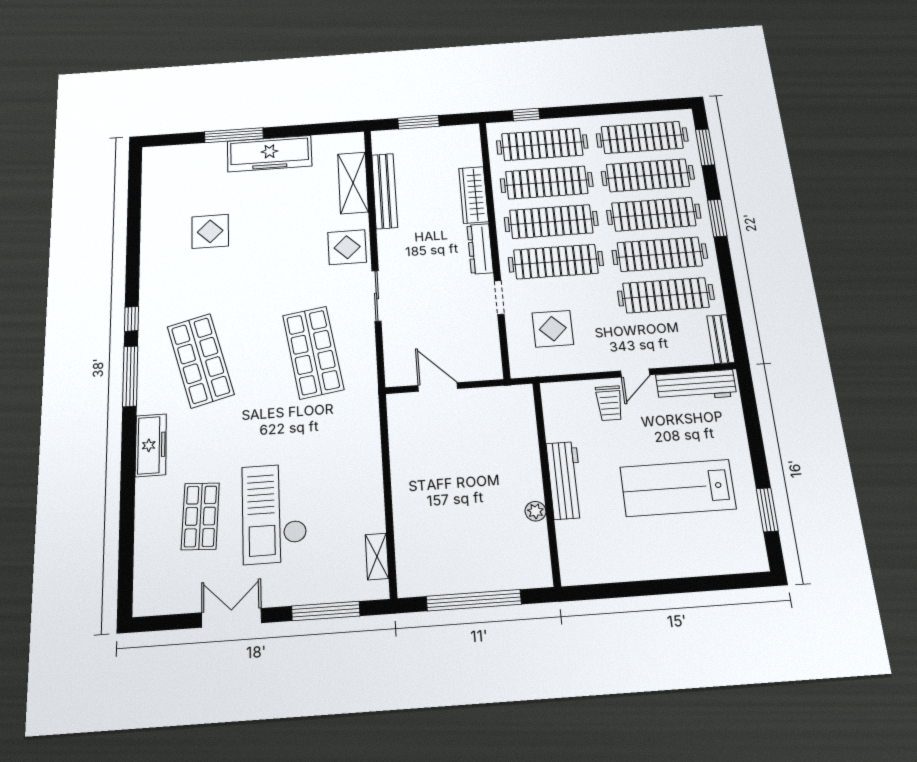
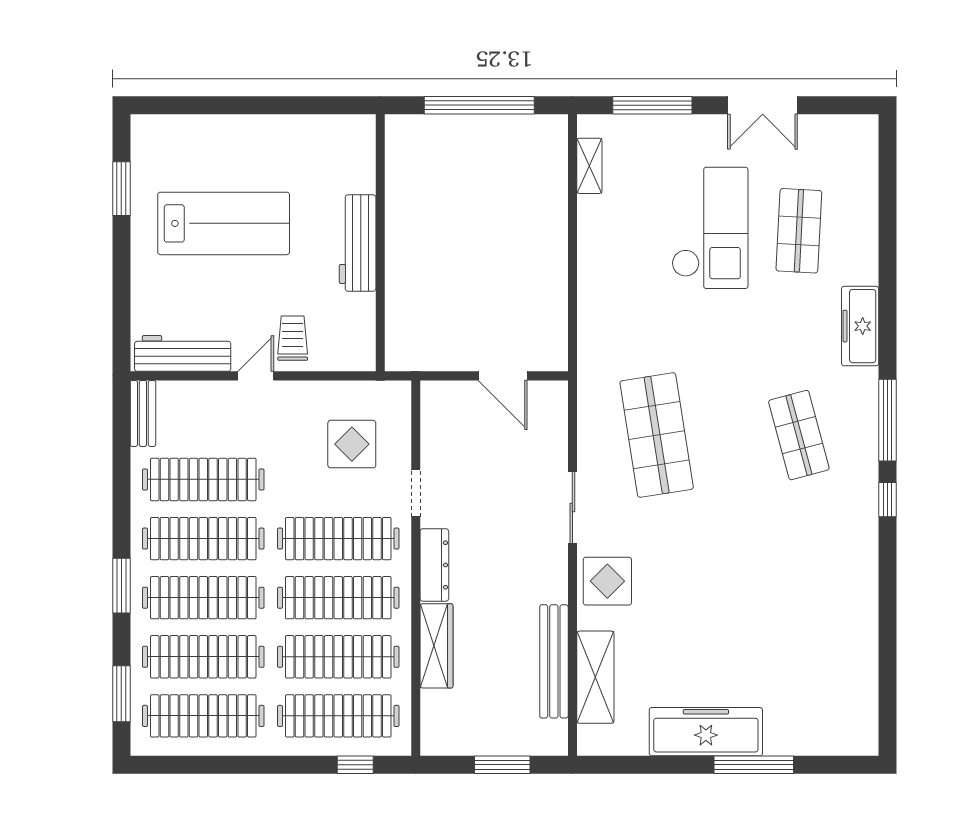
display table: (210, 231) -> (786, 619), removed
shop shelf: (201, 360) -> (799, 435), width x0.70, depth x0.74
plant: (535, 511) -> (397, 207), removed

